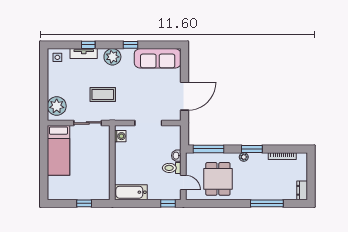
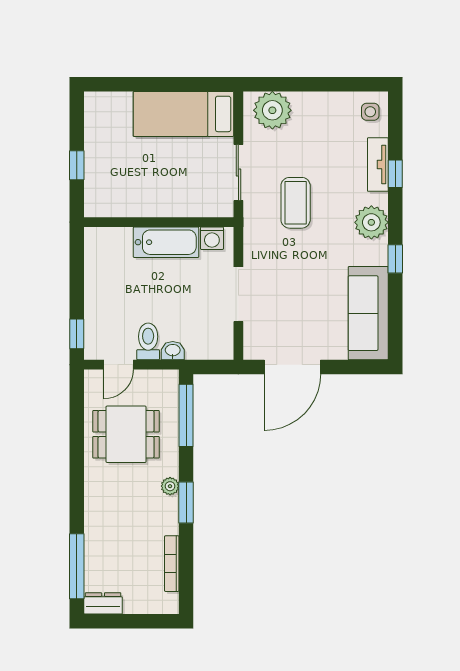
door: (184, 96) -> (292, 367), hinge flipped
bathtub: (131, 192) -> (166, 242), moved, turned 90
window: (267, 203) -> (77, 566), moved

